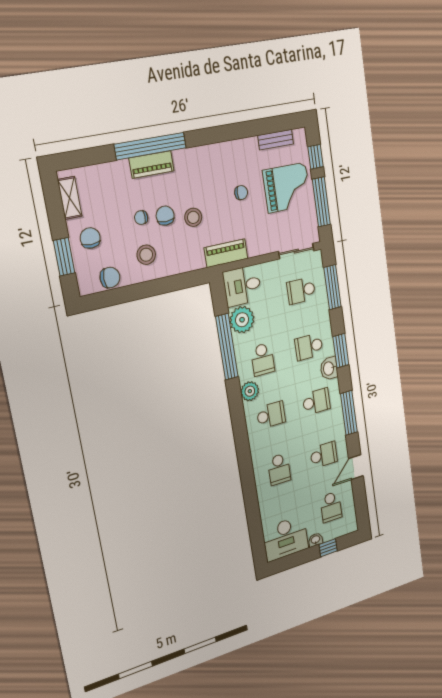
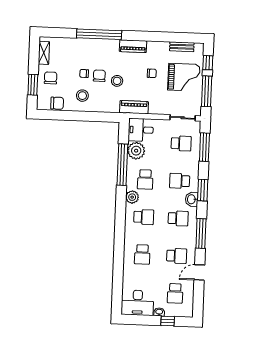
piano: (152, 165) -> (133, 46), moved
school desk: (301, 291) -> (181, 143), turned 180

